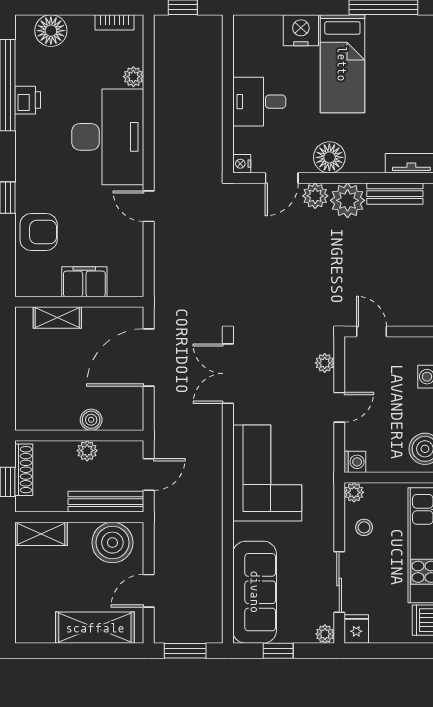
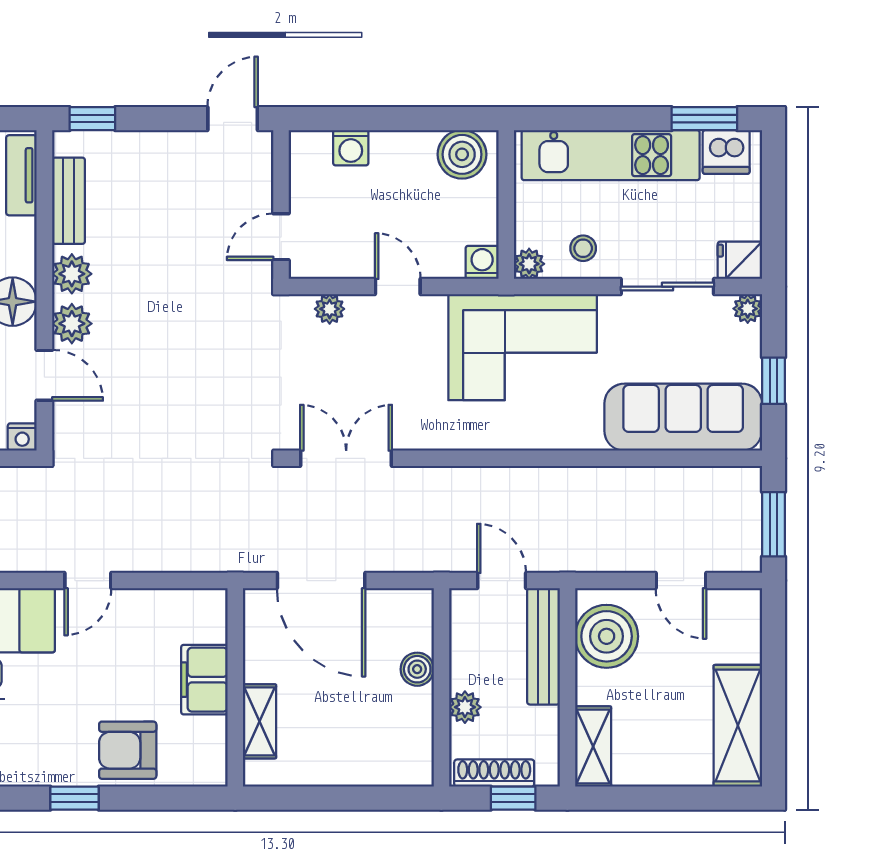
plant: (348, 200) -> (72, 274), width x0.73, depth x0.73
armchair: (39, 232) -> (128, 750), turned -90
double door: (228, 374) -> (346, 458), swing flipped
plant: (87, 451) -> (465, 707), moved
corner sofa: (267, 473) -> (523, 347), moved, turned 180
shelving: (95, 628) -> (738, 725), moved

